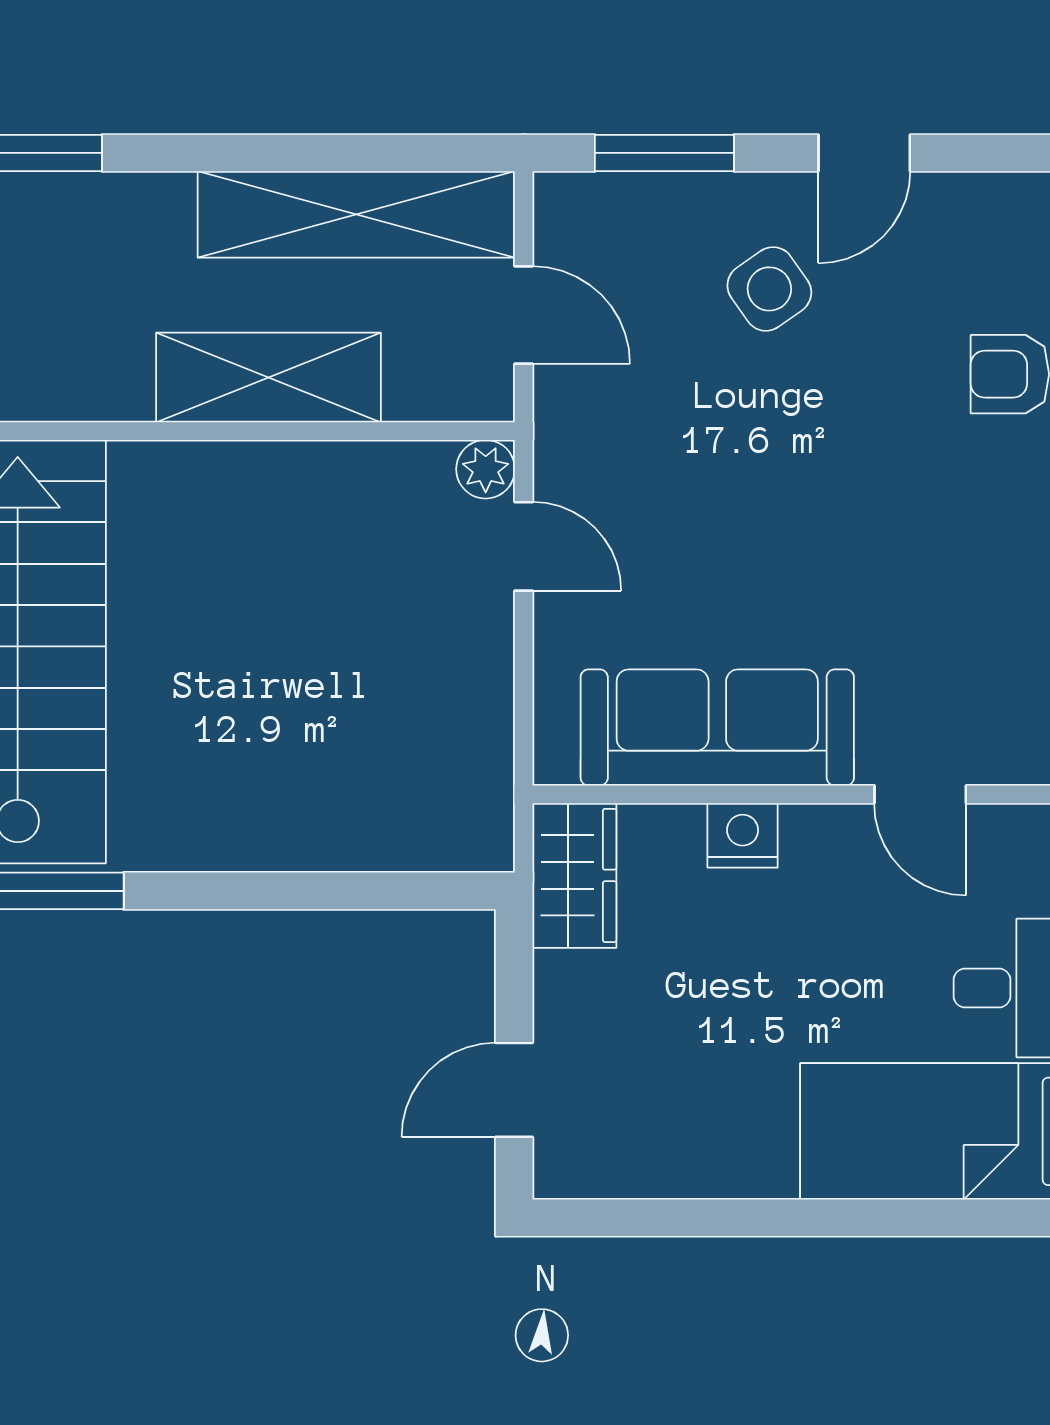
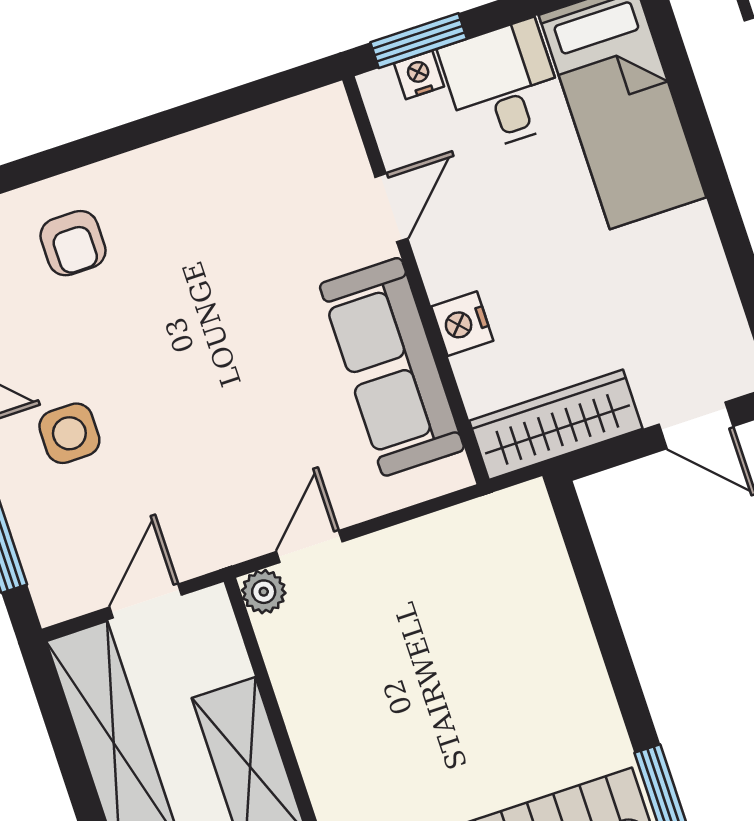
side table: (769, 289) -> (69, 433), turned 35
wardrobe: (574, 875) -> (556, 425), width x1.50

